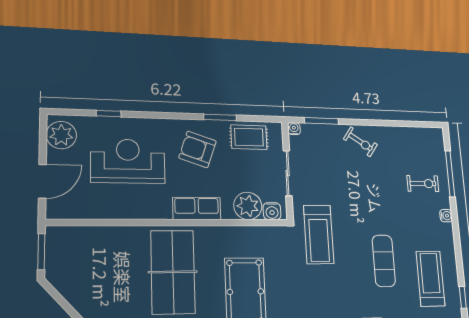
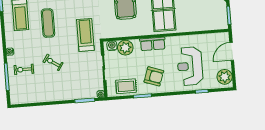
exercise bike: (360, 142) -> (53, 62), moved
reception desk: (128, 161) -> (190, 66), turned 90

